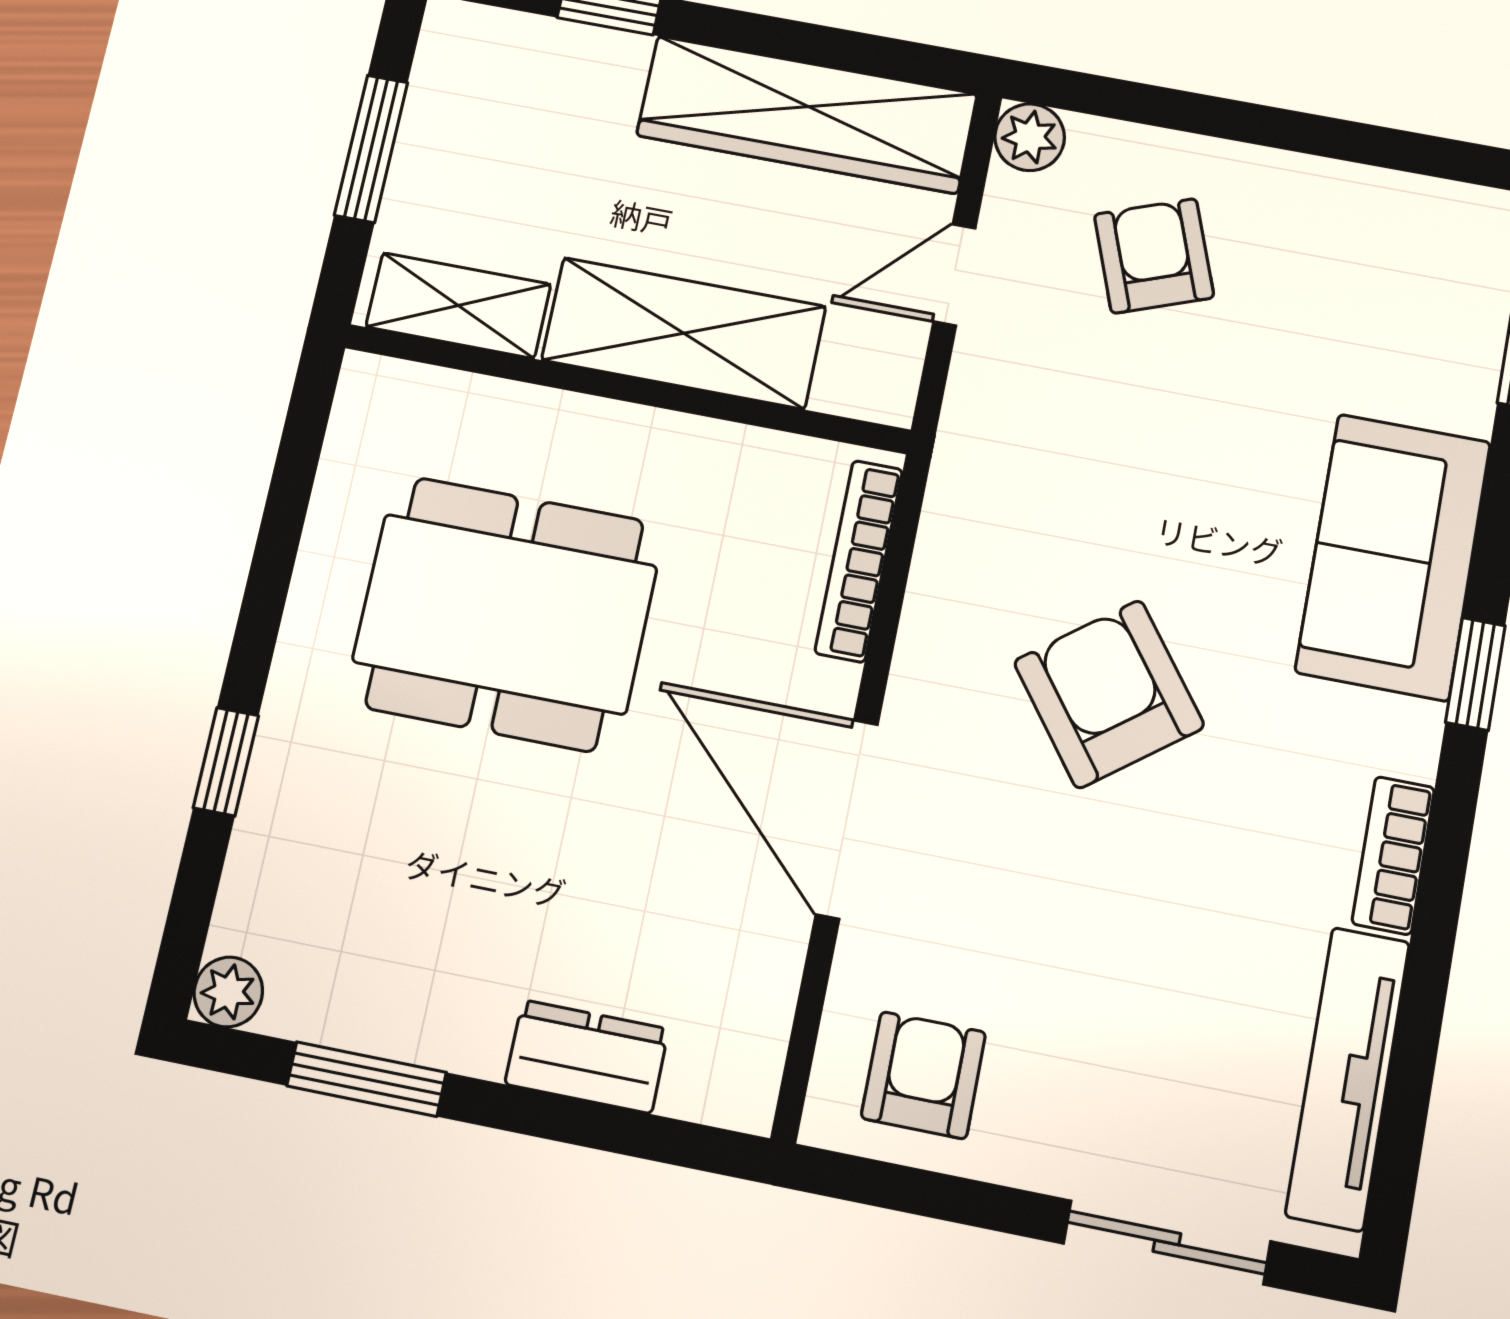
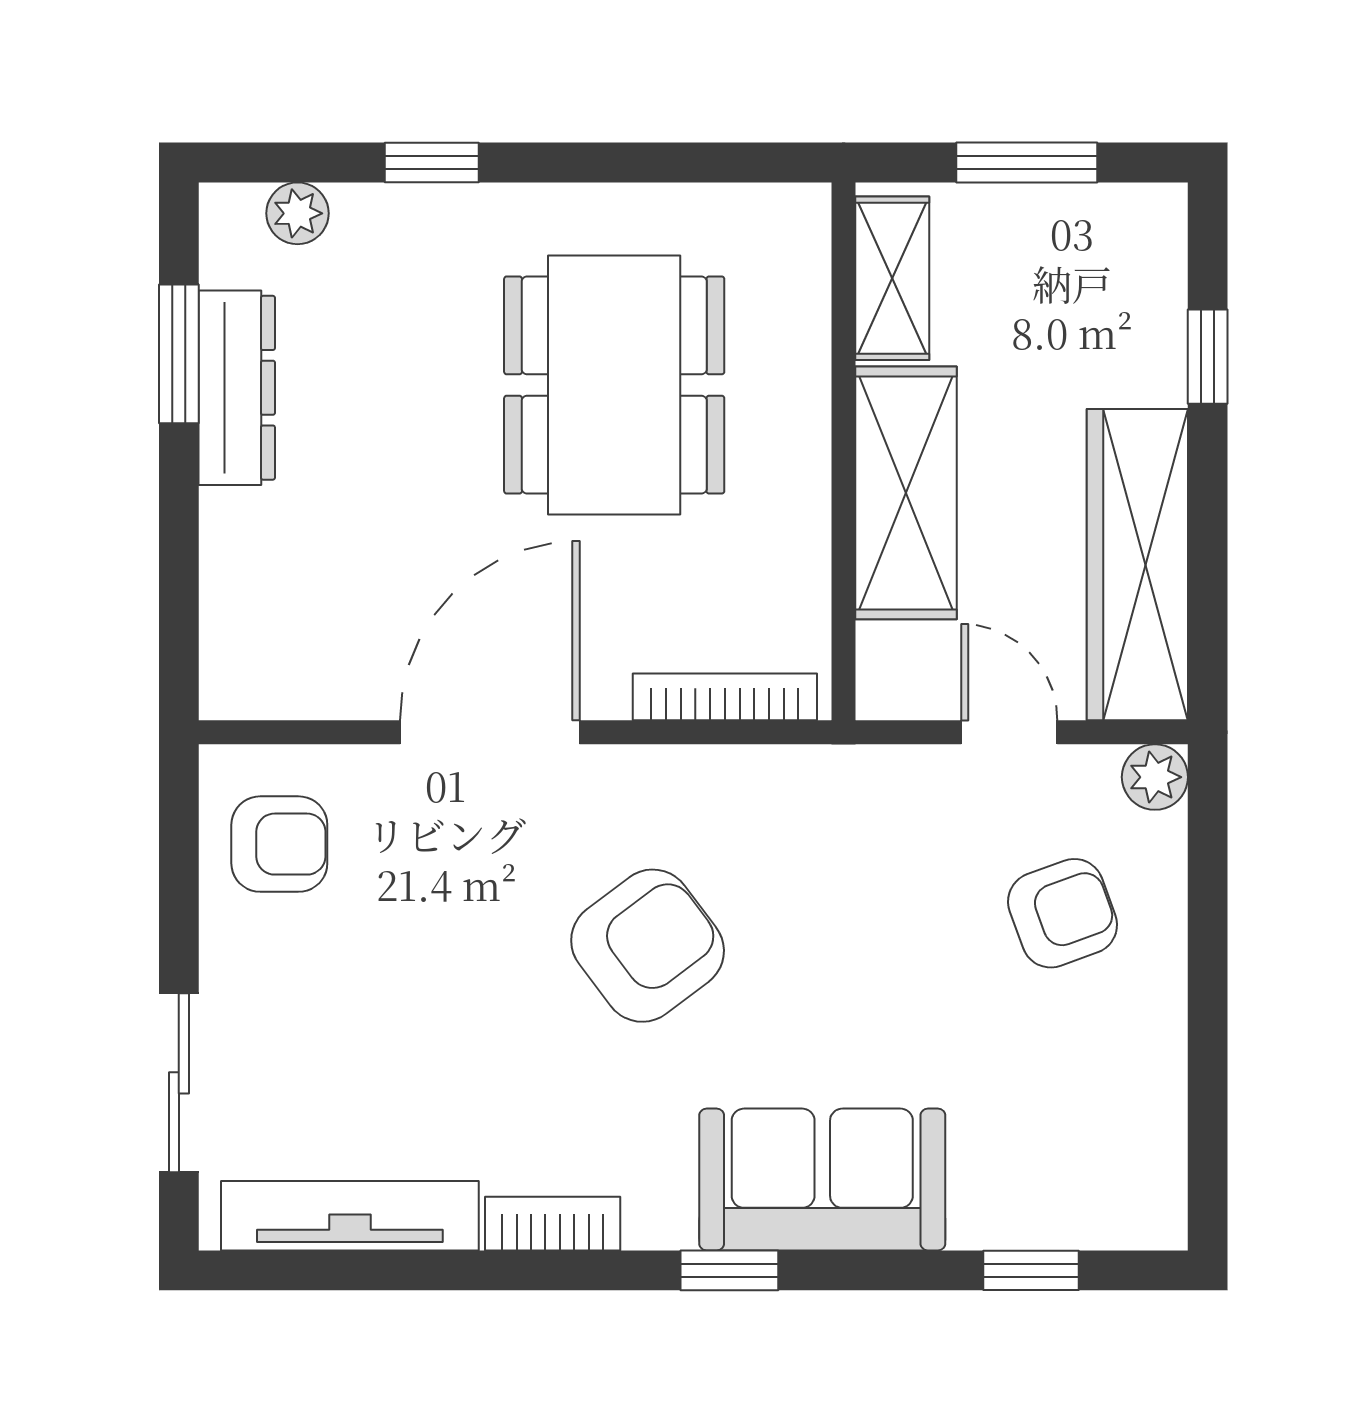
plant: (228, 992) -> (297, 213), moved
dresser: (587, 1057) -> (237, 388), moved, width x1.44

